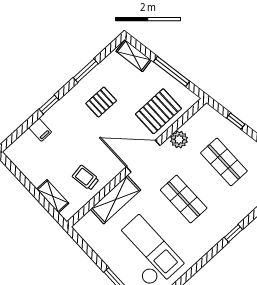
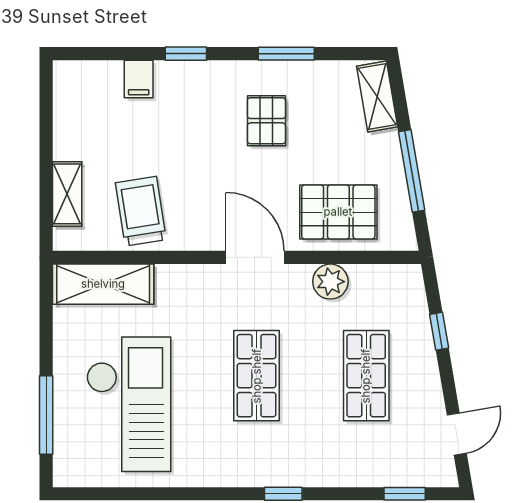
pallet: (101, 102) -> (266, 121), turned 90
door: (143, 156) -> (255, 257), width x0.73
trolley: (86, 178) -> (141, 211), width x1.36, depth x1.39
shelving: (116, 200) -> (103, 284), moved

